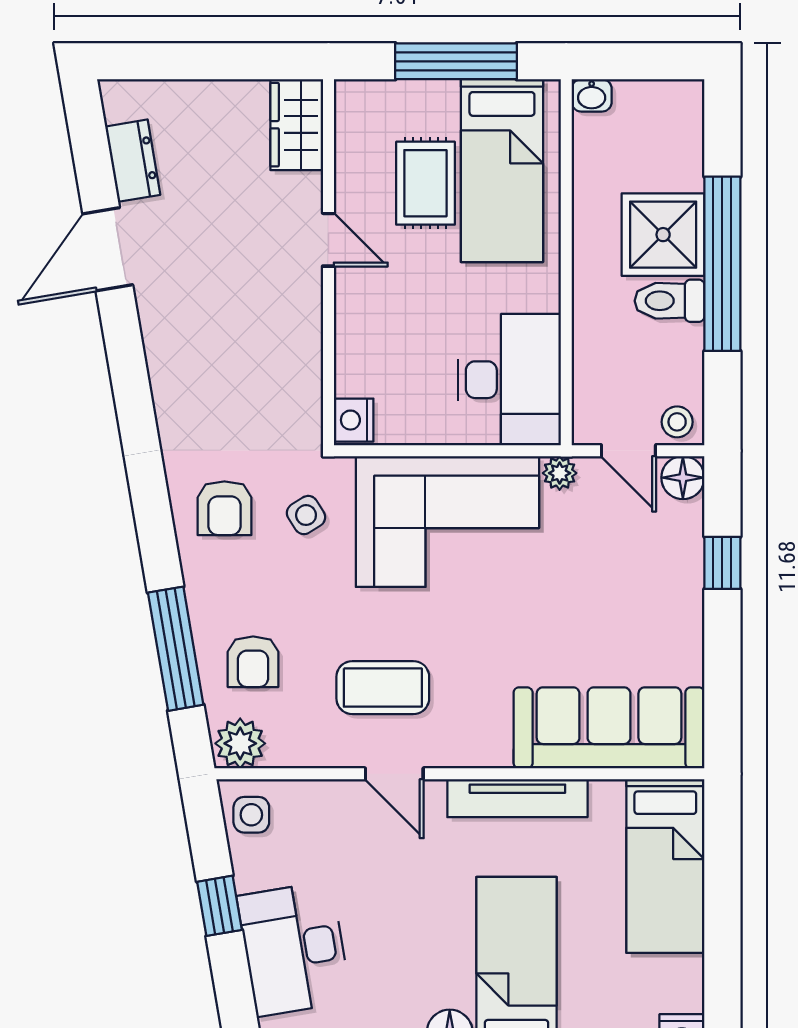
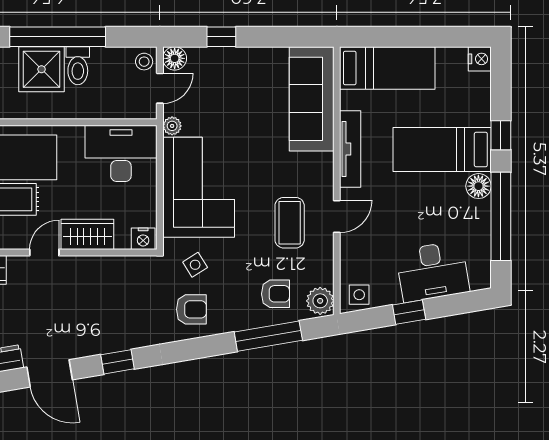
wardrobe: (362, 318) -> (87, 234), added
window: (129, 373) -> (118, 362), added

